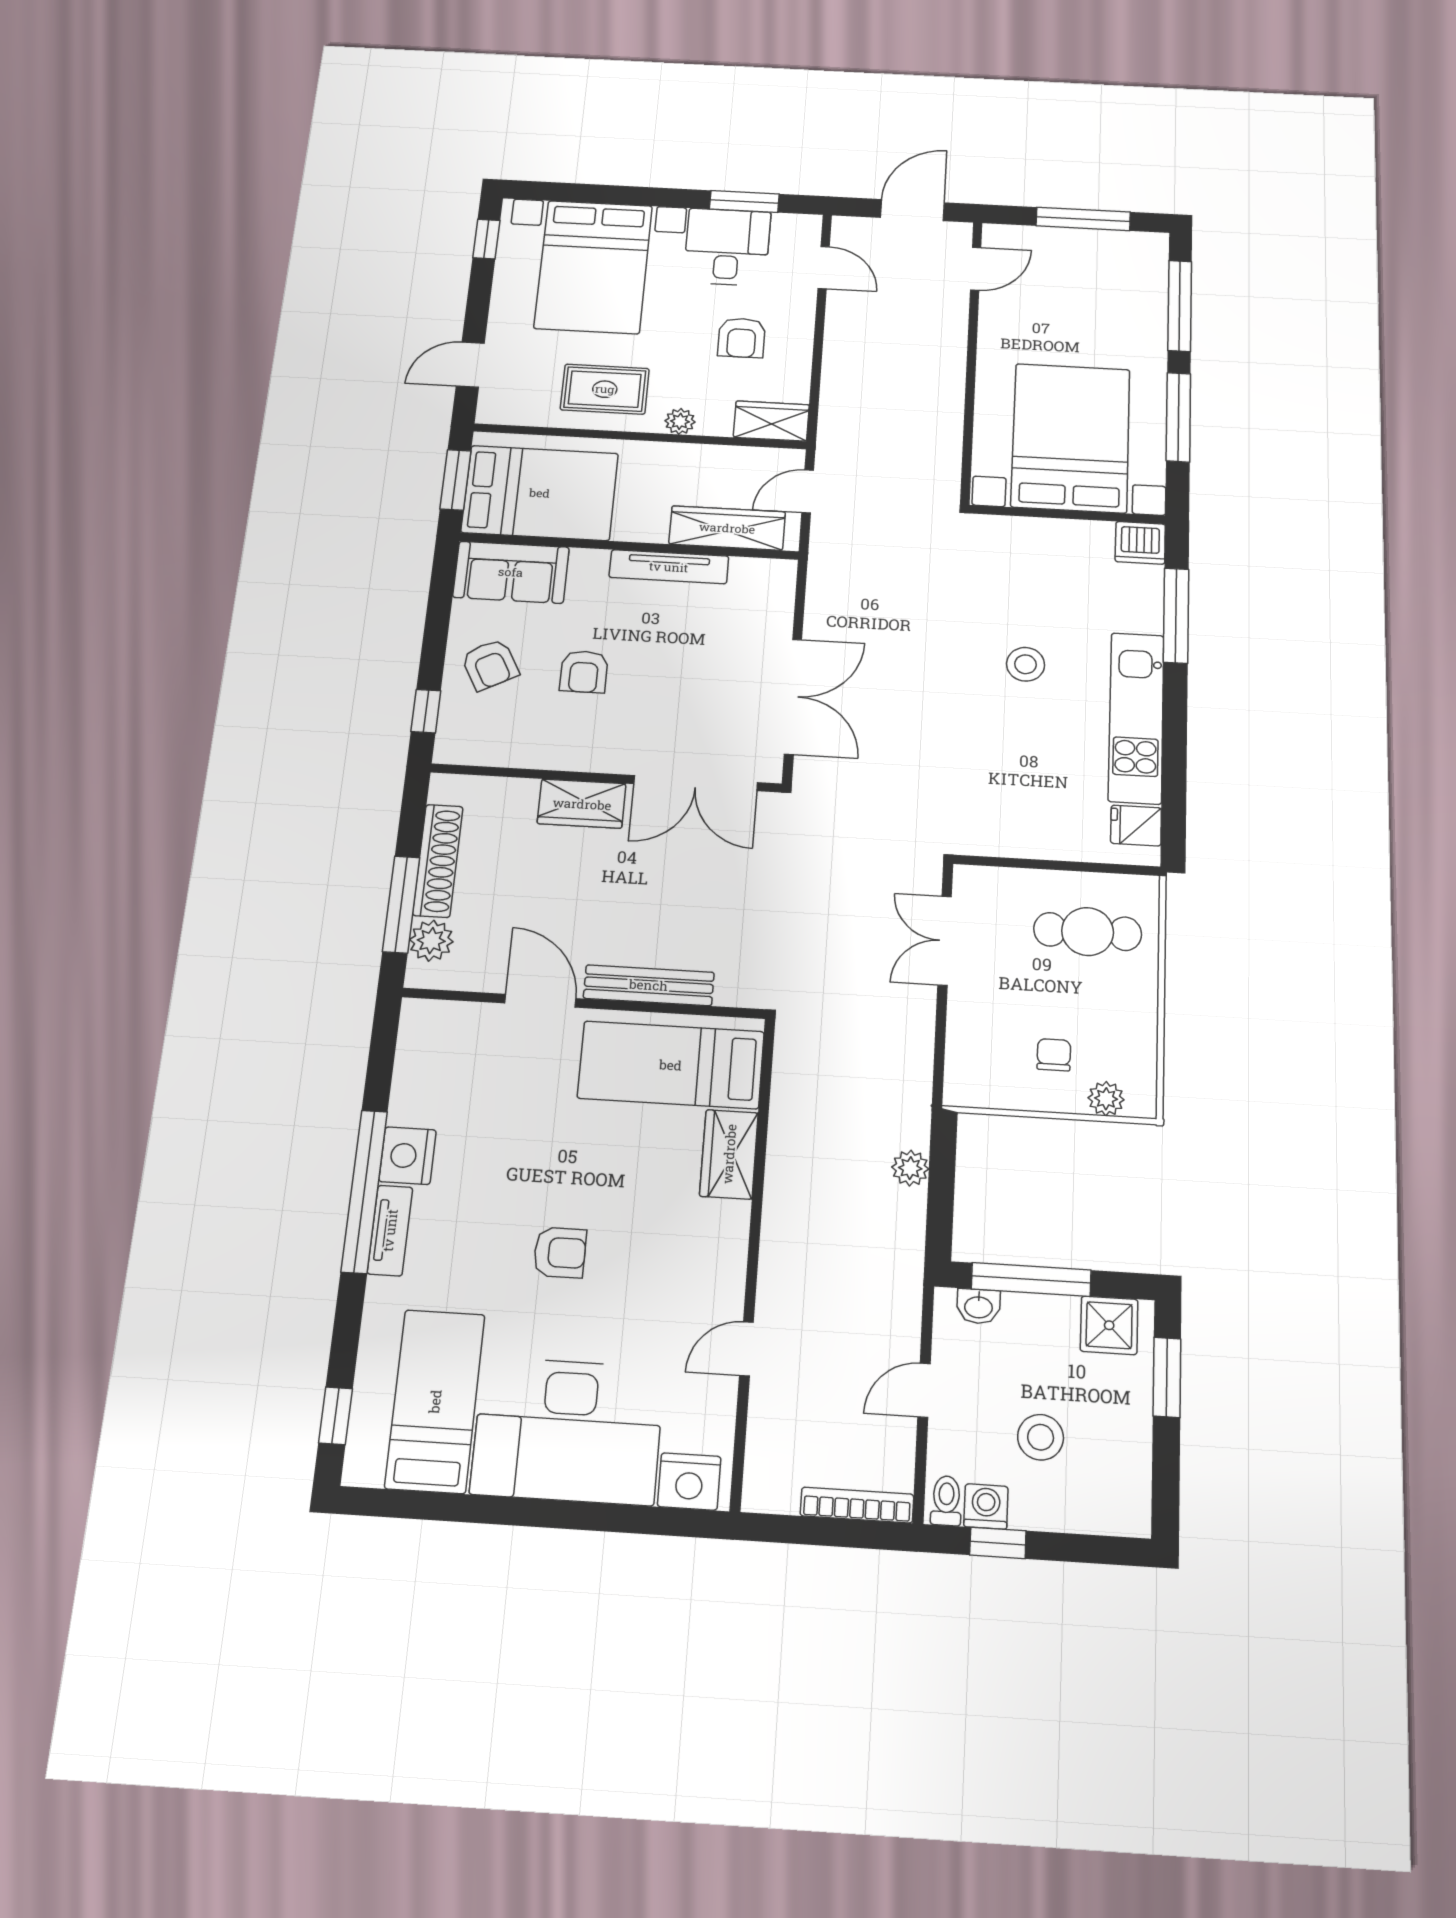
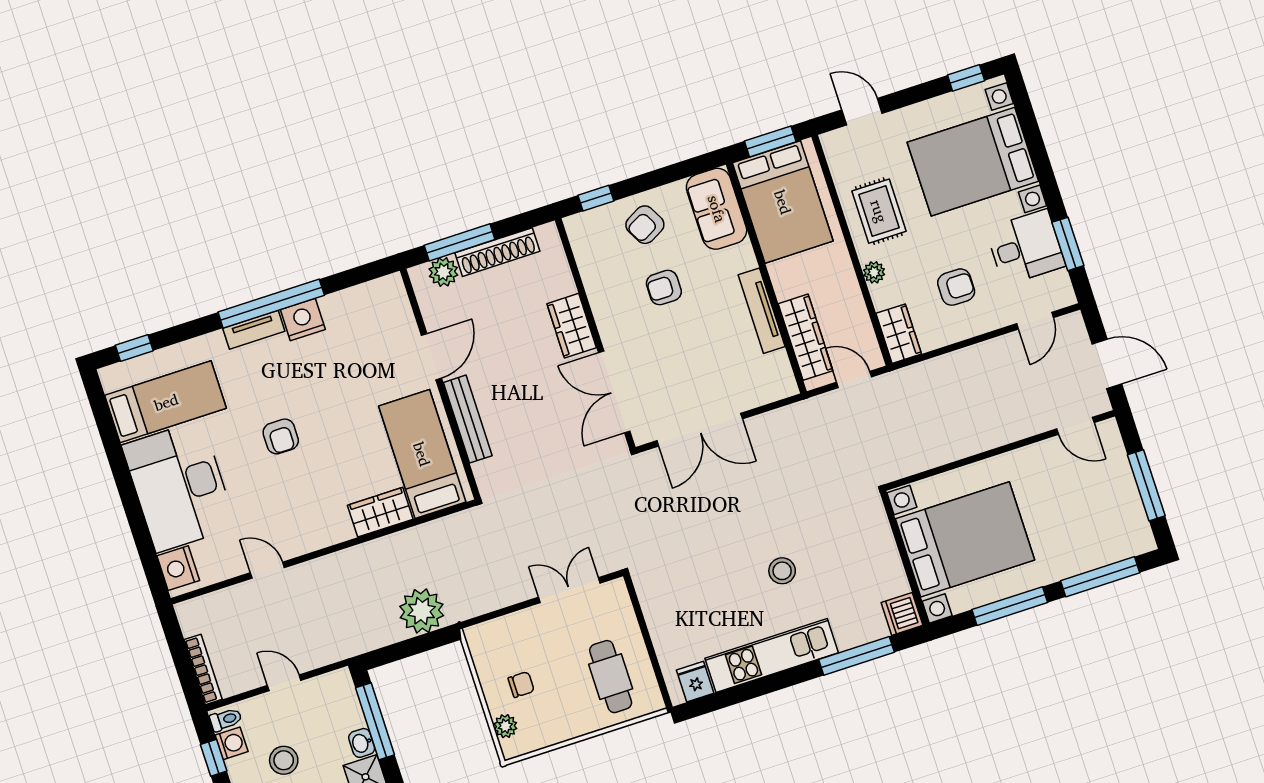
armchair: (742, 338) -> (956, 287), turned 180
plant: (910, 1168) -> (422, 611), width x1.87, depth x1.87
washbasin: (978, 1306) -> (362, 743), moved

